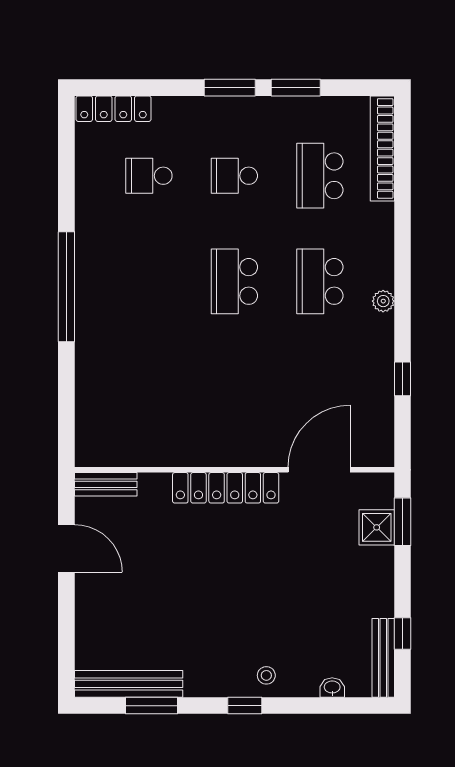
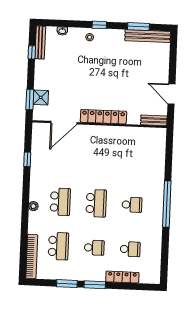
locker: (114, 109) -> (122, 277), moved
school desk: (149, 281) -> (132, 205), added
plant: (383, 301) -> (33, 206), moved

